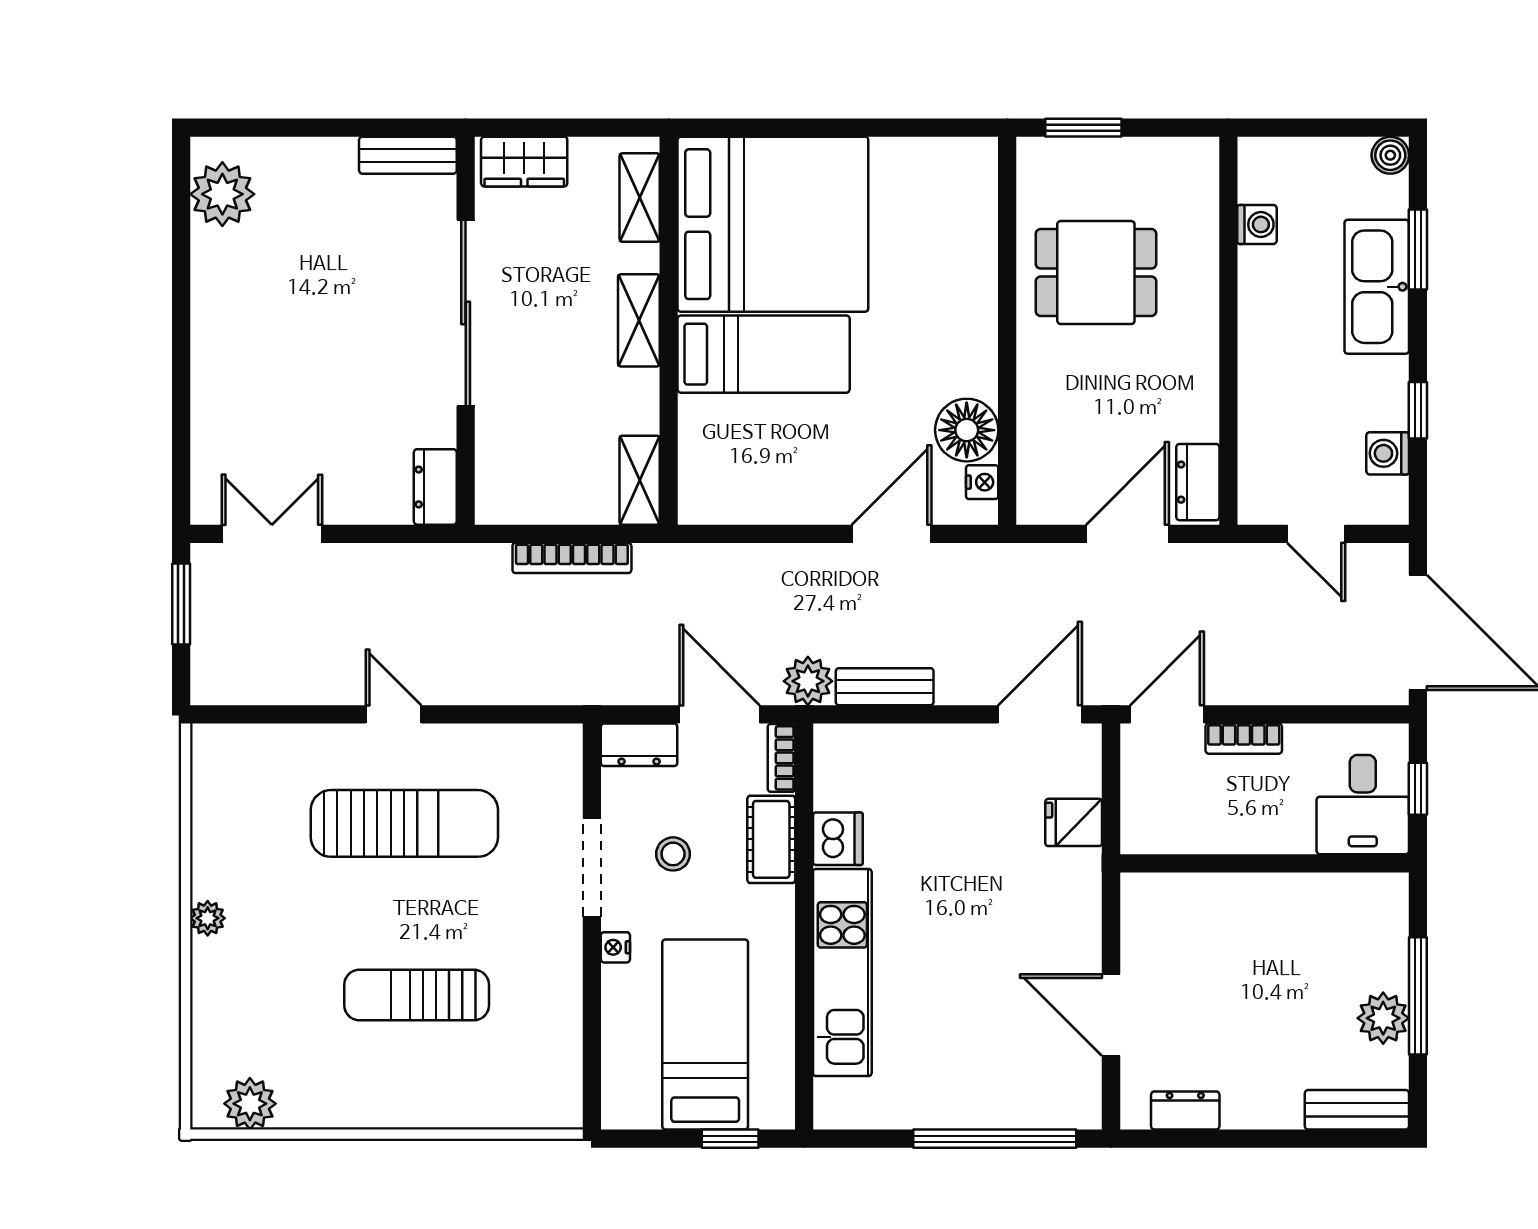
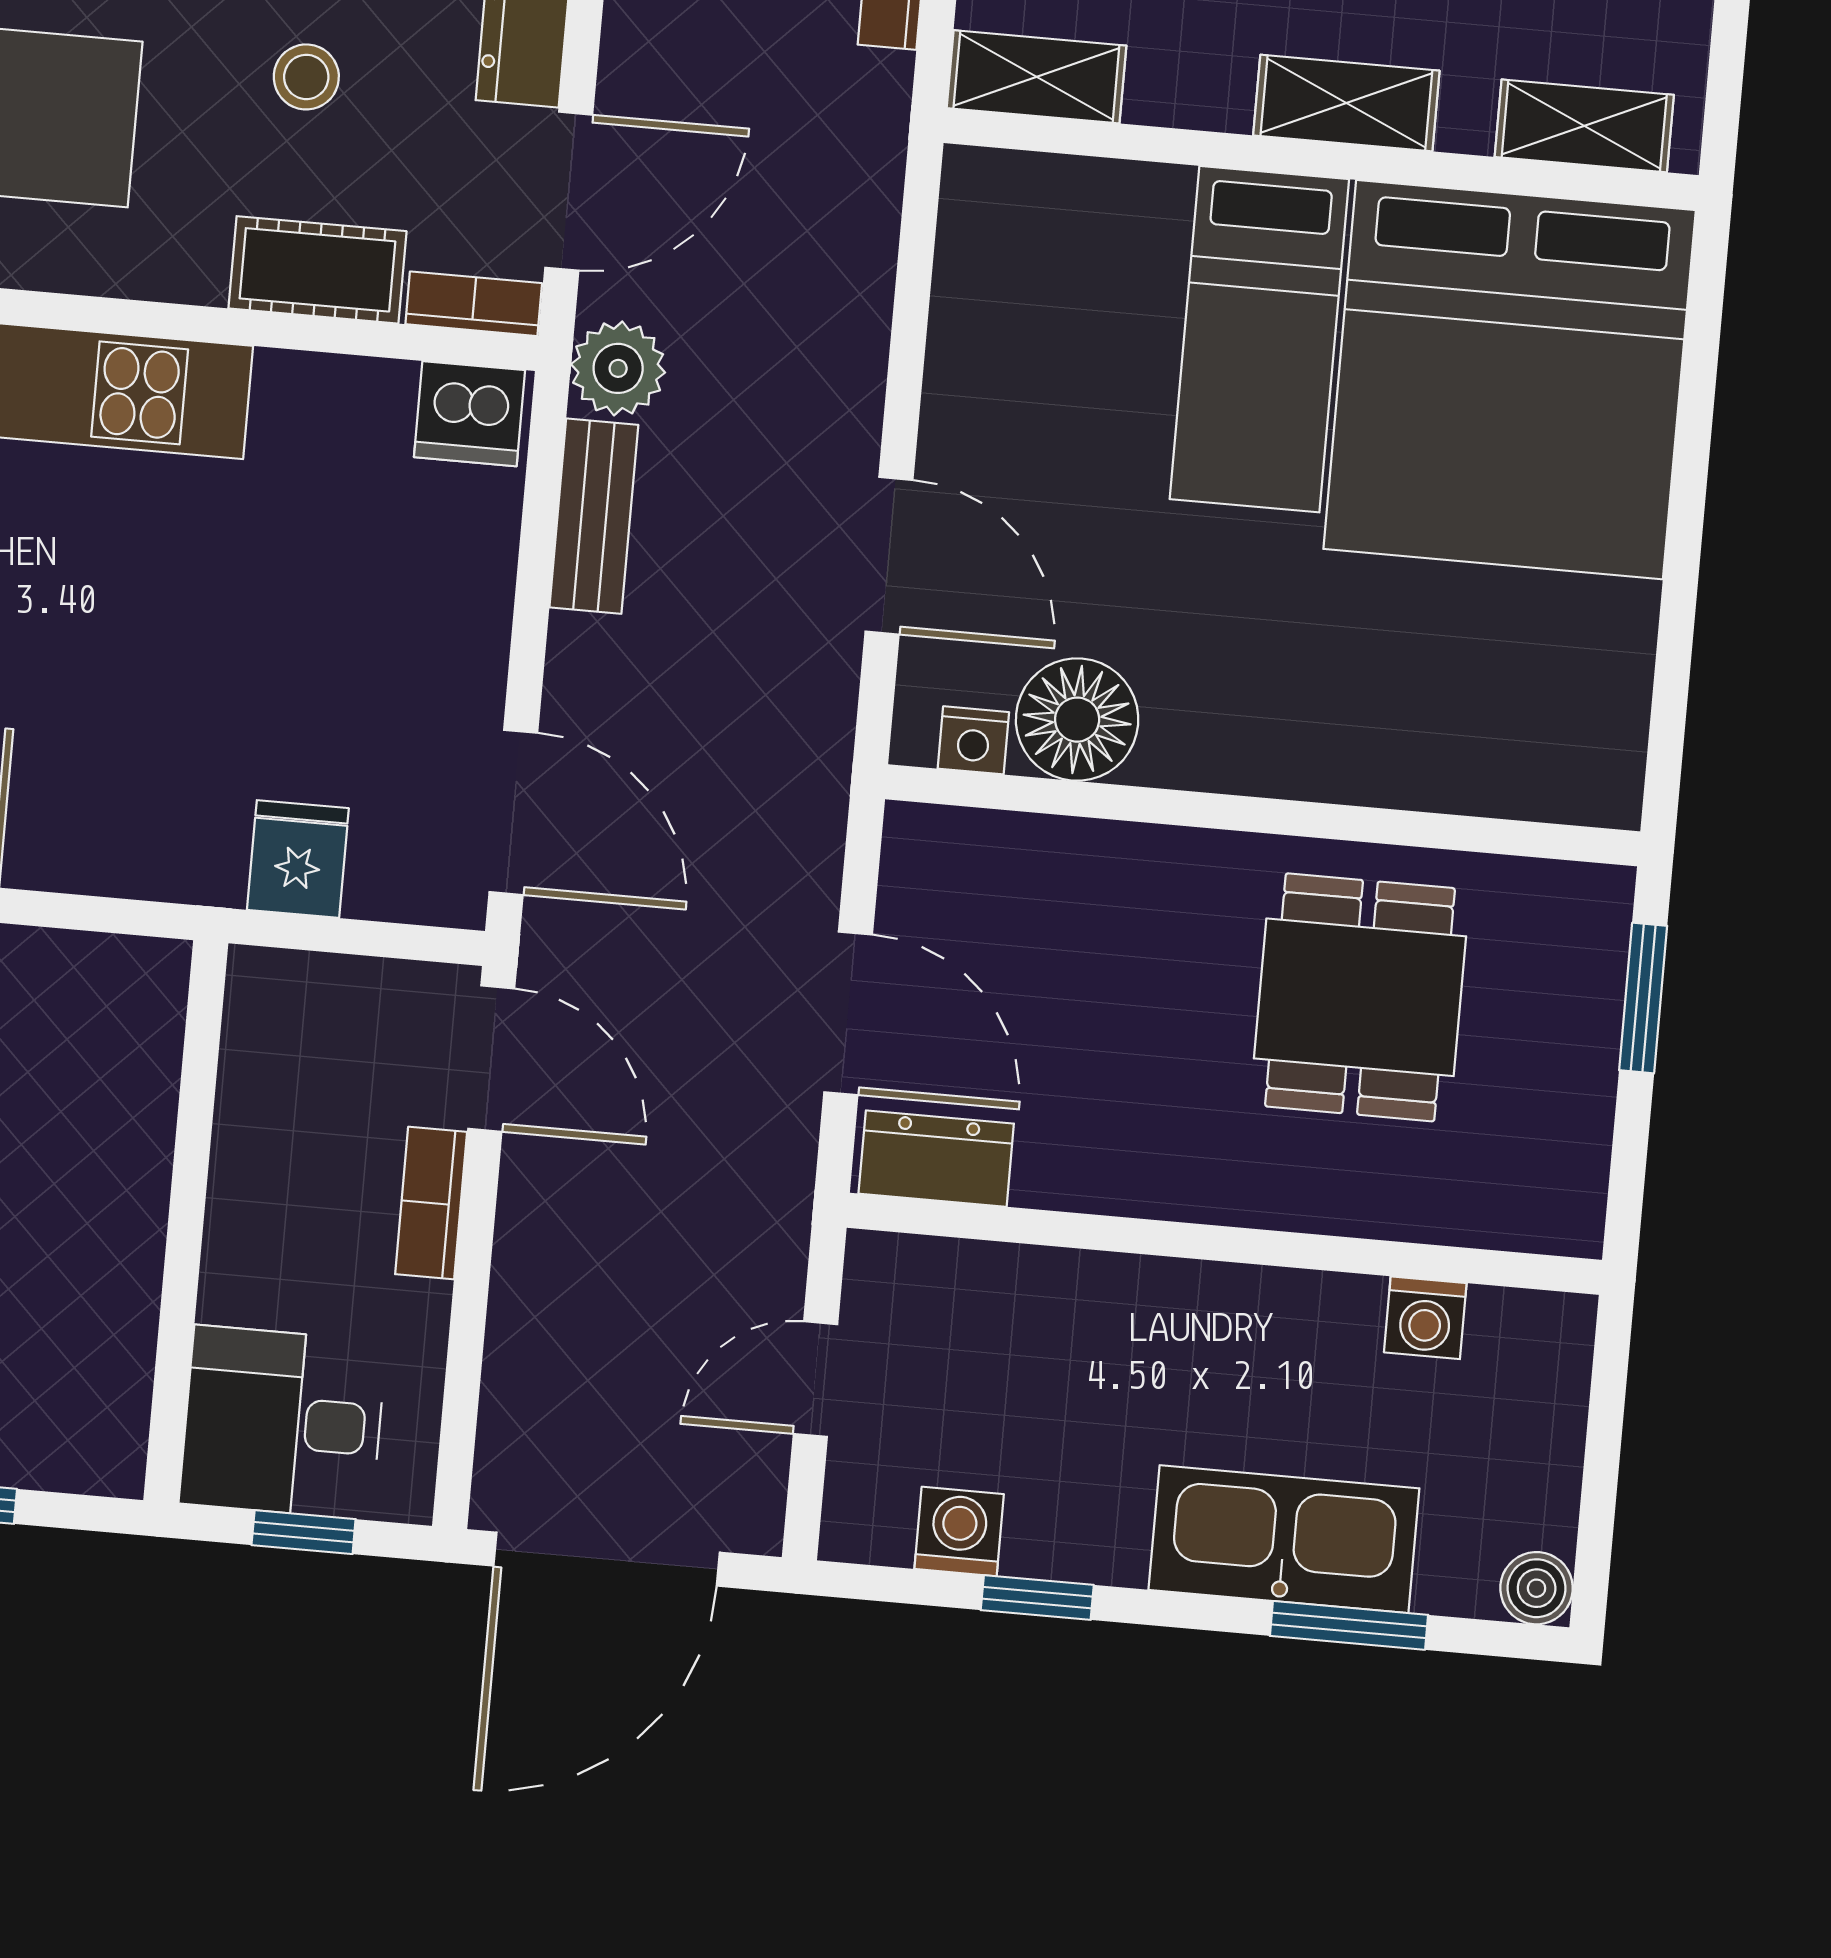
dishwasher: (838, 839) -> (470, 414), moved

